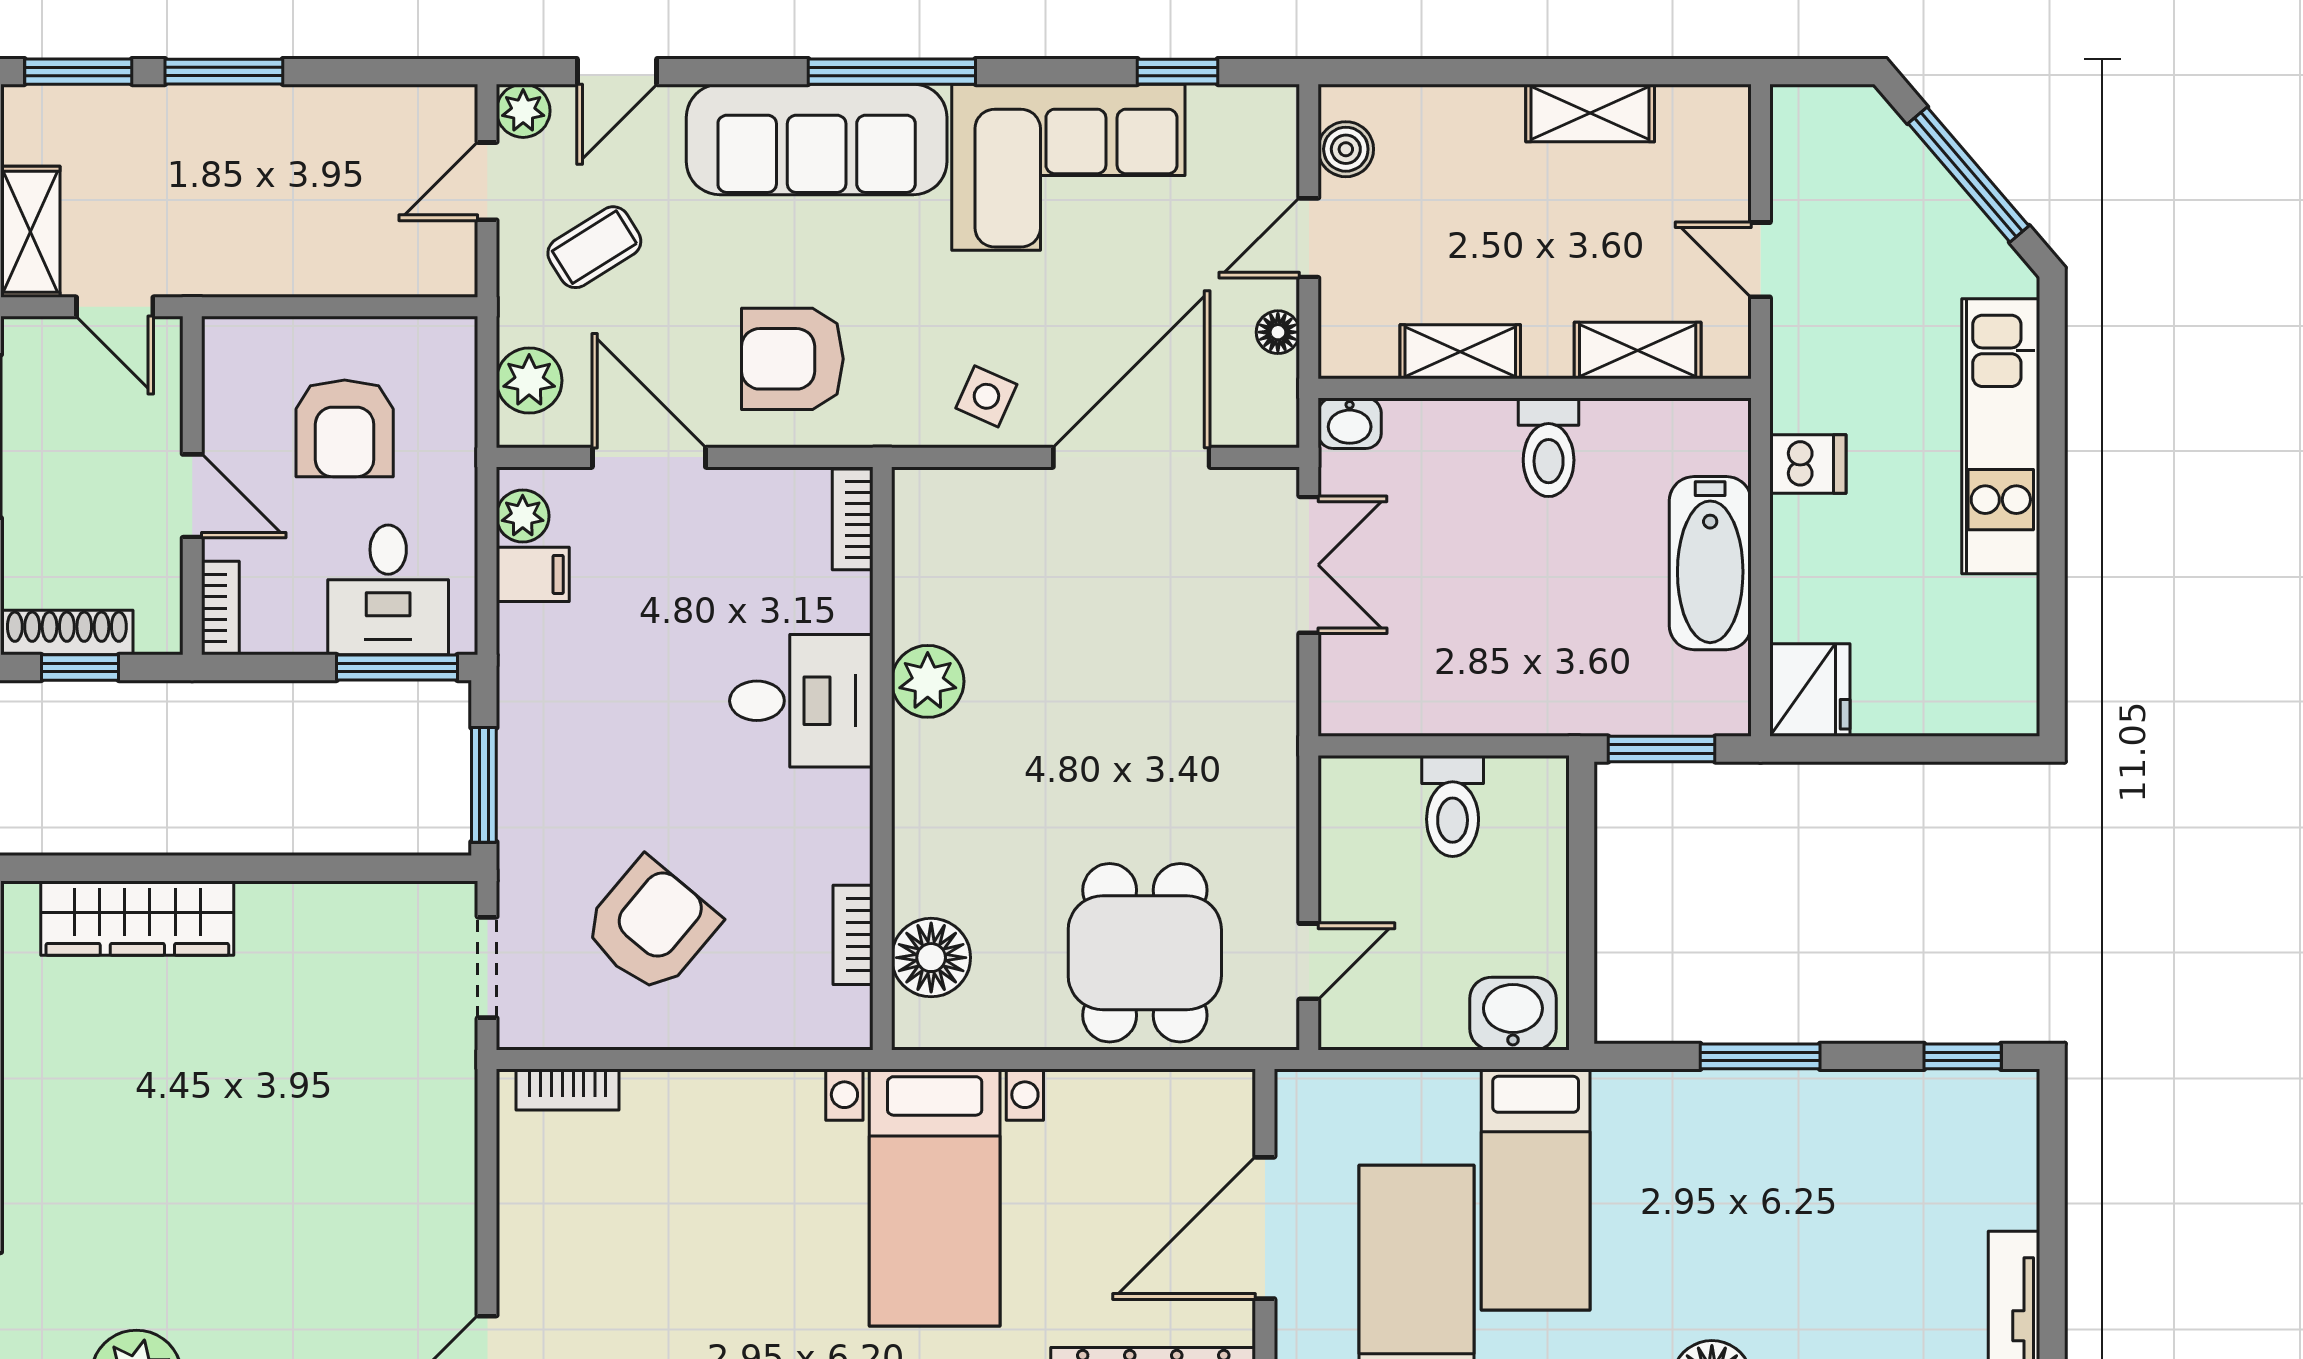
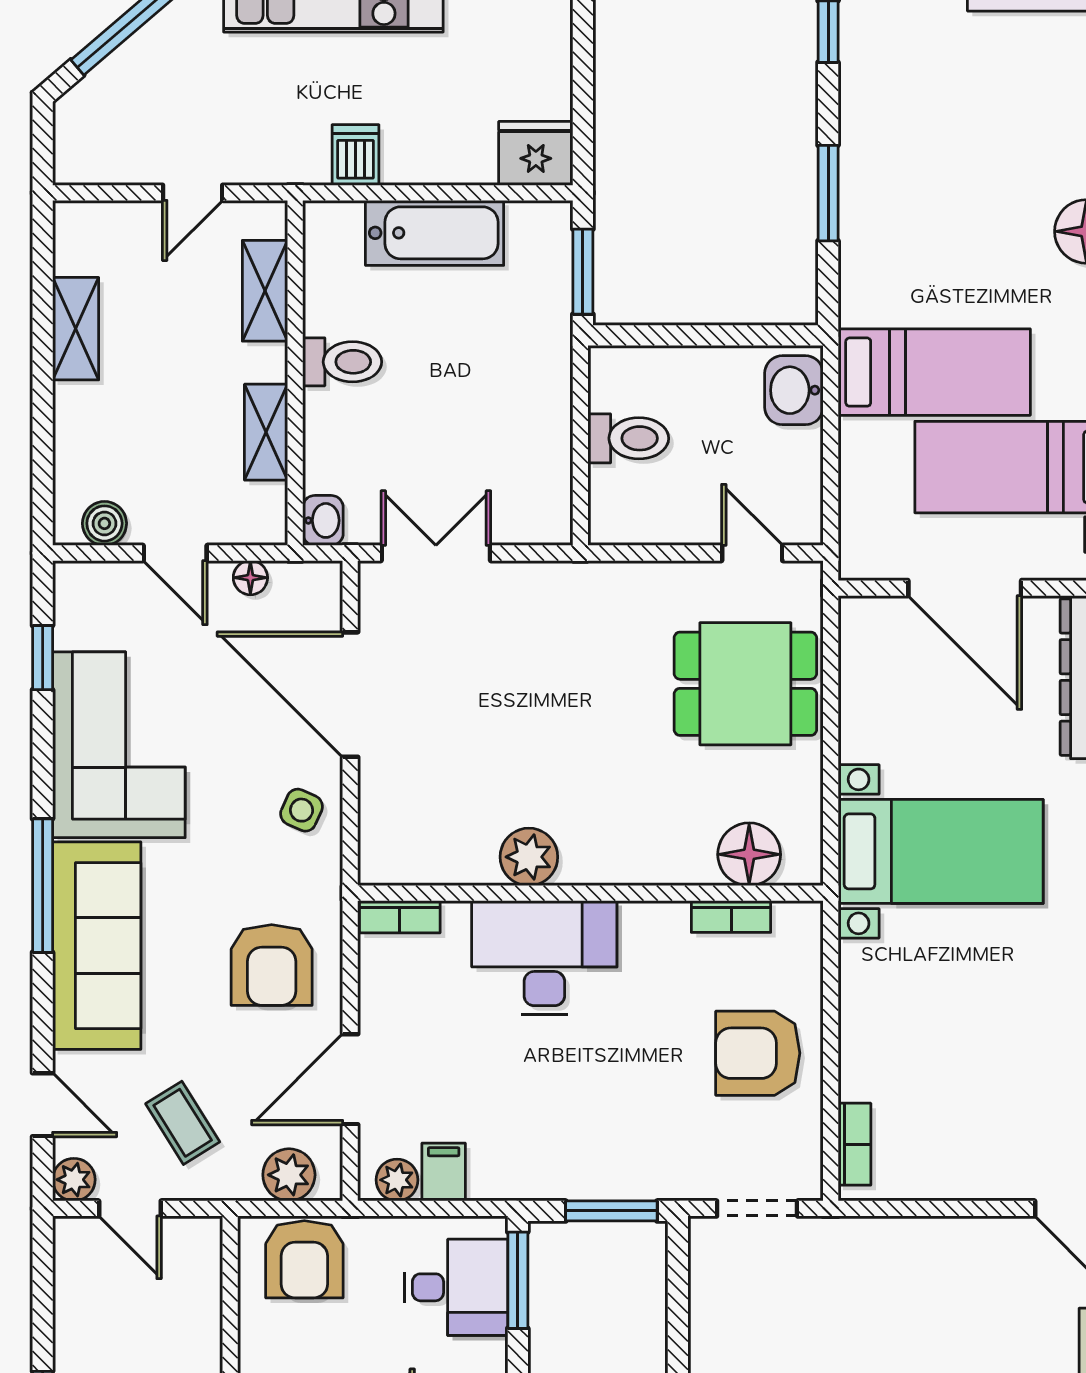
armchair: (345, 428) -> (304, 1259), moved, turned 90
desk: (801, 701) -> (544, 958), width x1.37
armchair: (651, 926) -> (758, 1053), moved, turned -40

